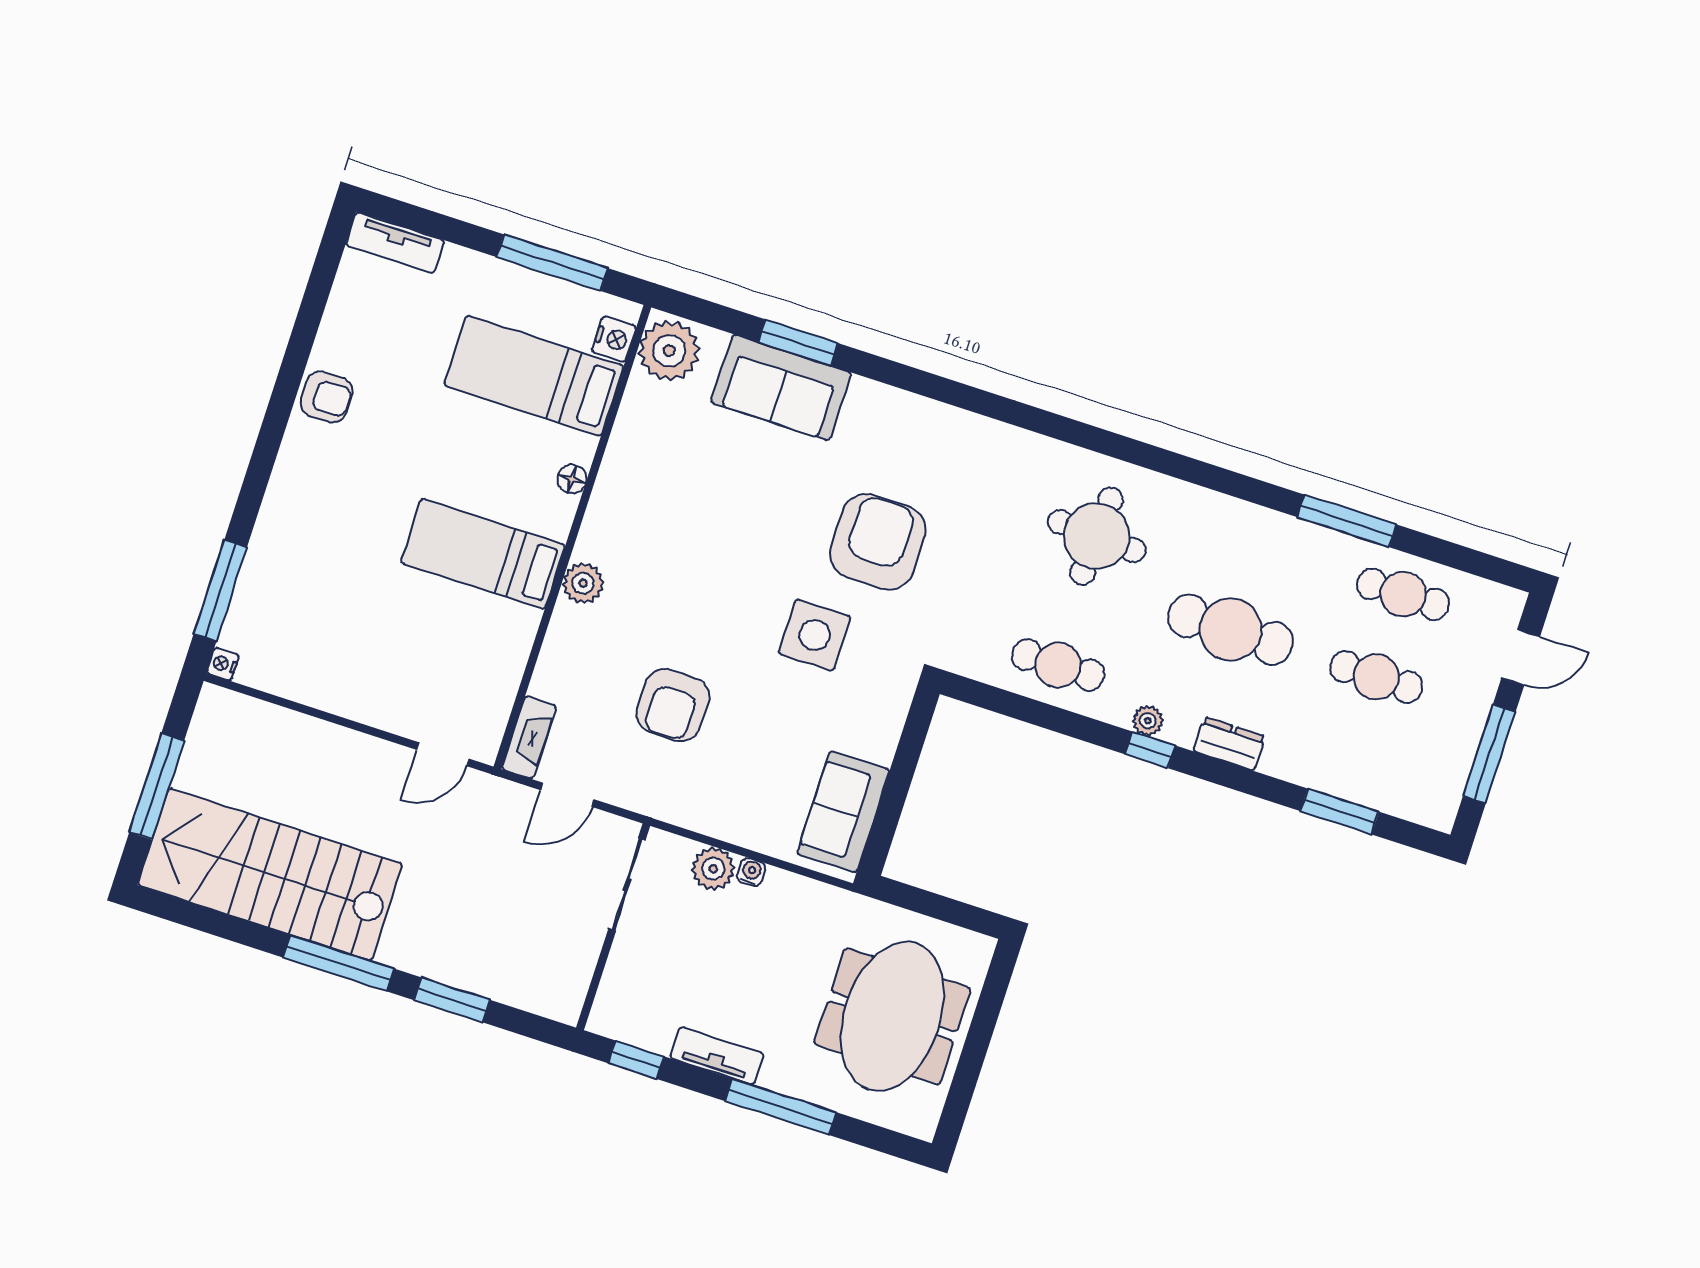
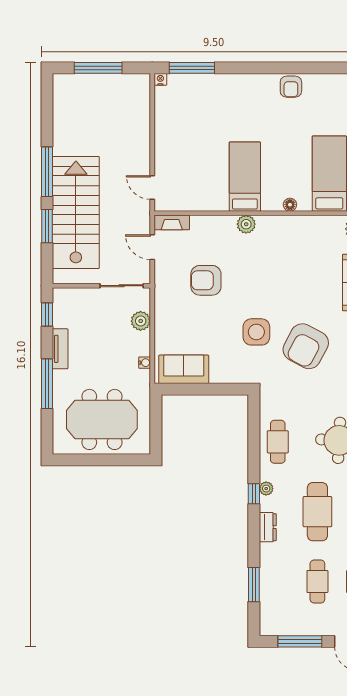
armchair: (878, 542) -> (306, 346), turned 118
water cooler: (751, 872) -> (145, 363), moved
stairs: (270, 874) -> (76, 212), moved

